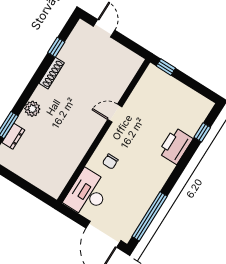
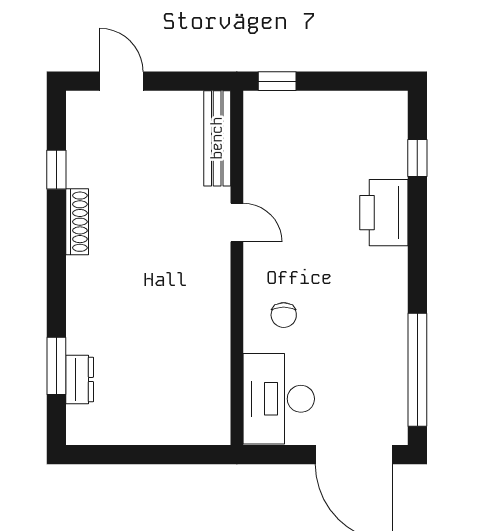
bench: (128, 75) -> (217, 138), added
plant: (32, 109) -> (83, 308), removed
door: (115, 113) -> (237, 223), swing flipped

